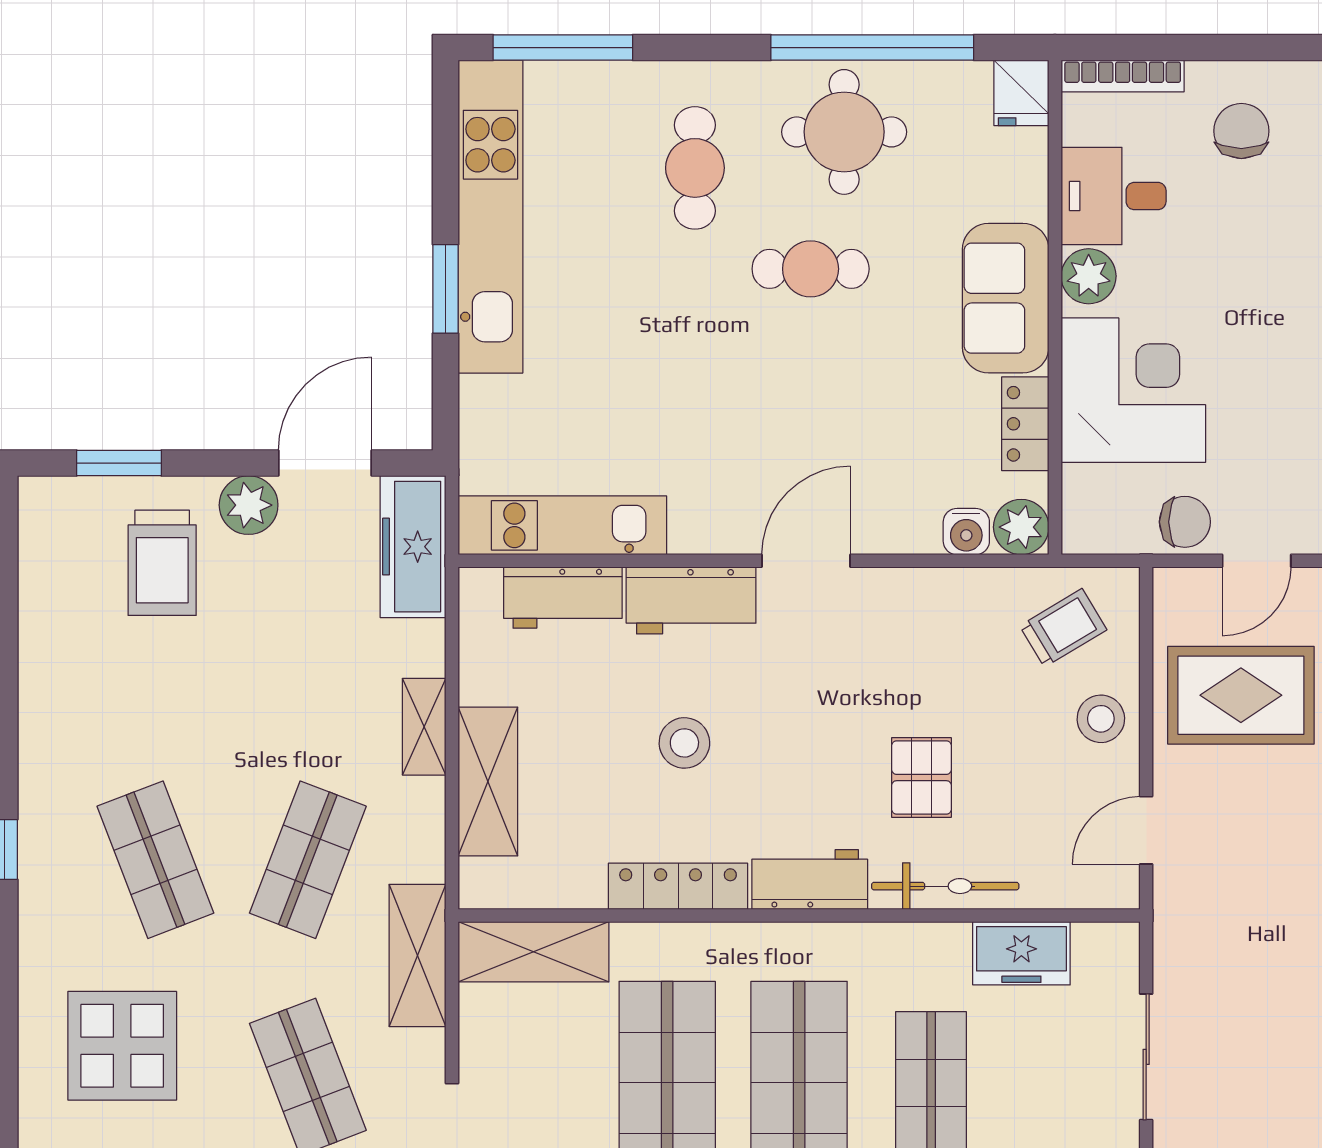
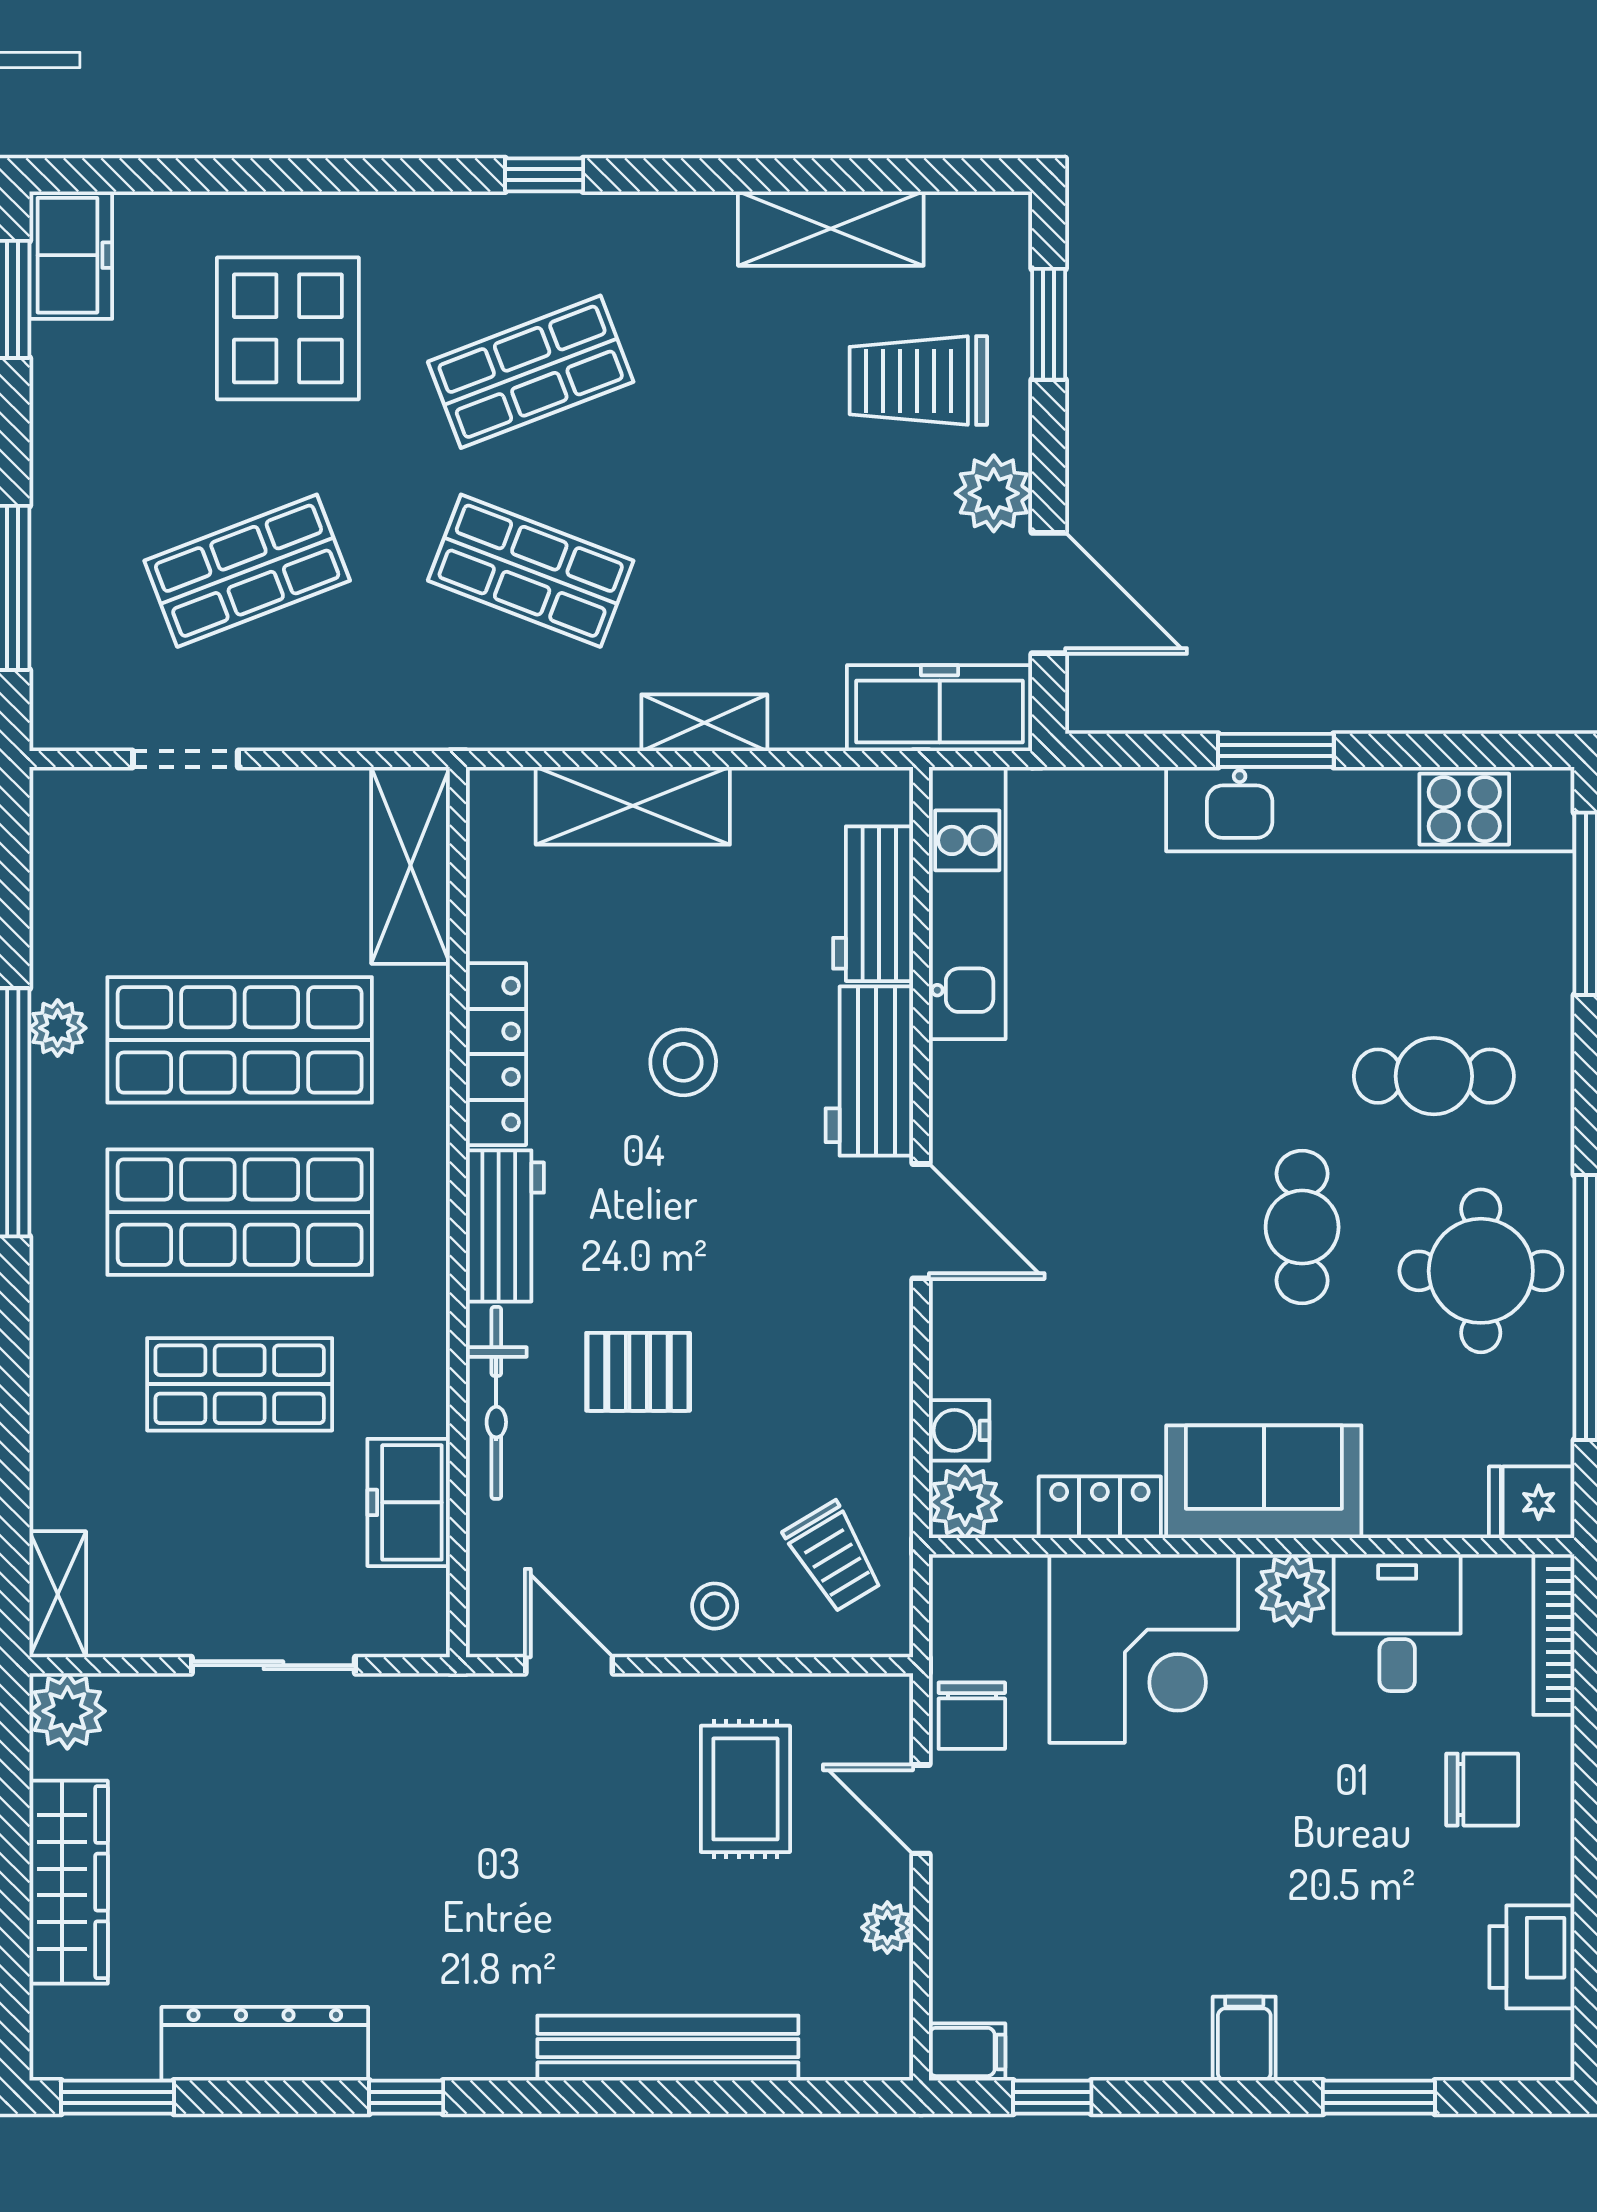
rug: (1241, 695) -> (745, 1789), width x0.73, depth x0.70
stool: (1101, 719) -> (715, 1606), width x0.73, depth x0.73
shelving: (417, 955) -> (831, 229), moved

